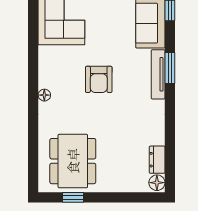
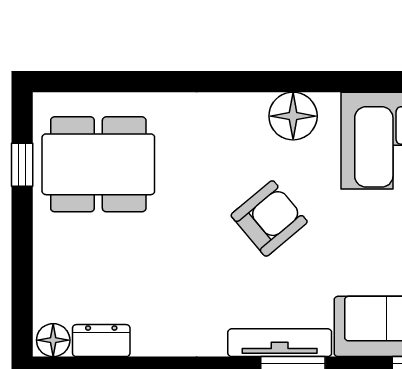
armchair: (99, 79) -> (269, 218), turned 140
floor lamp: (44, 95) -> (293, 116), moved, width x1.89, depth x1.89

